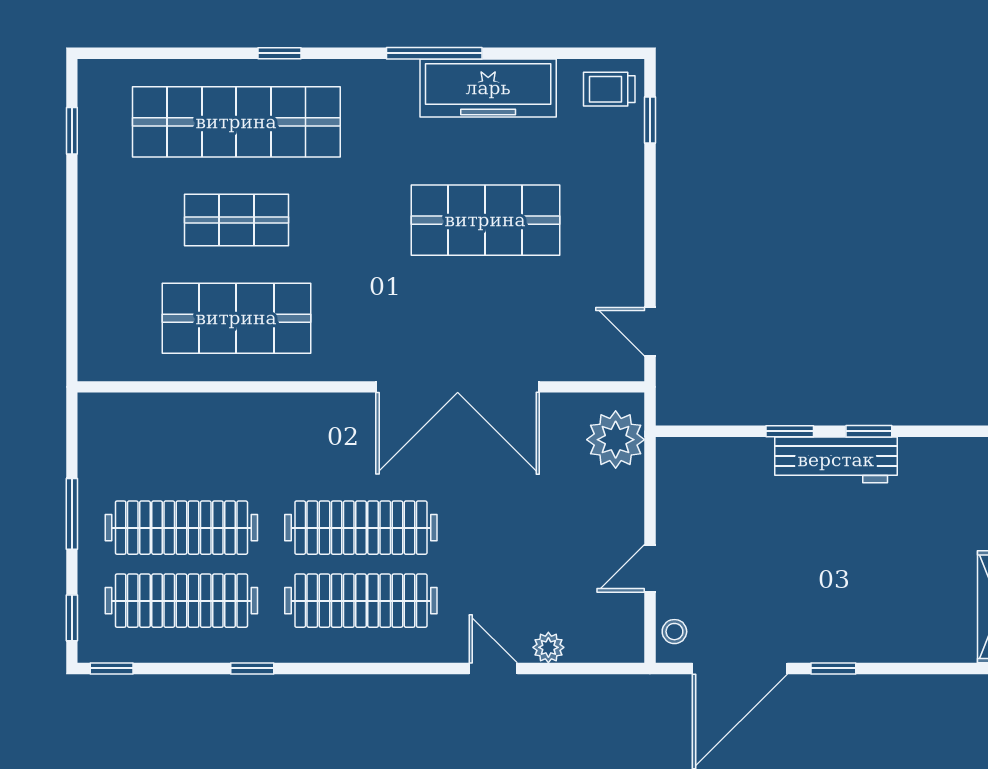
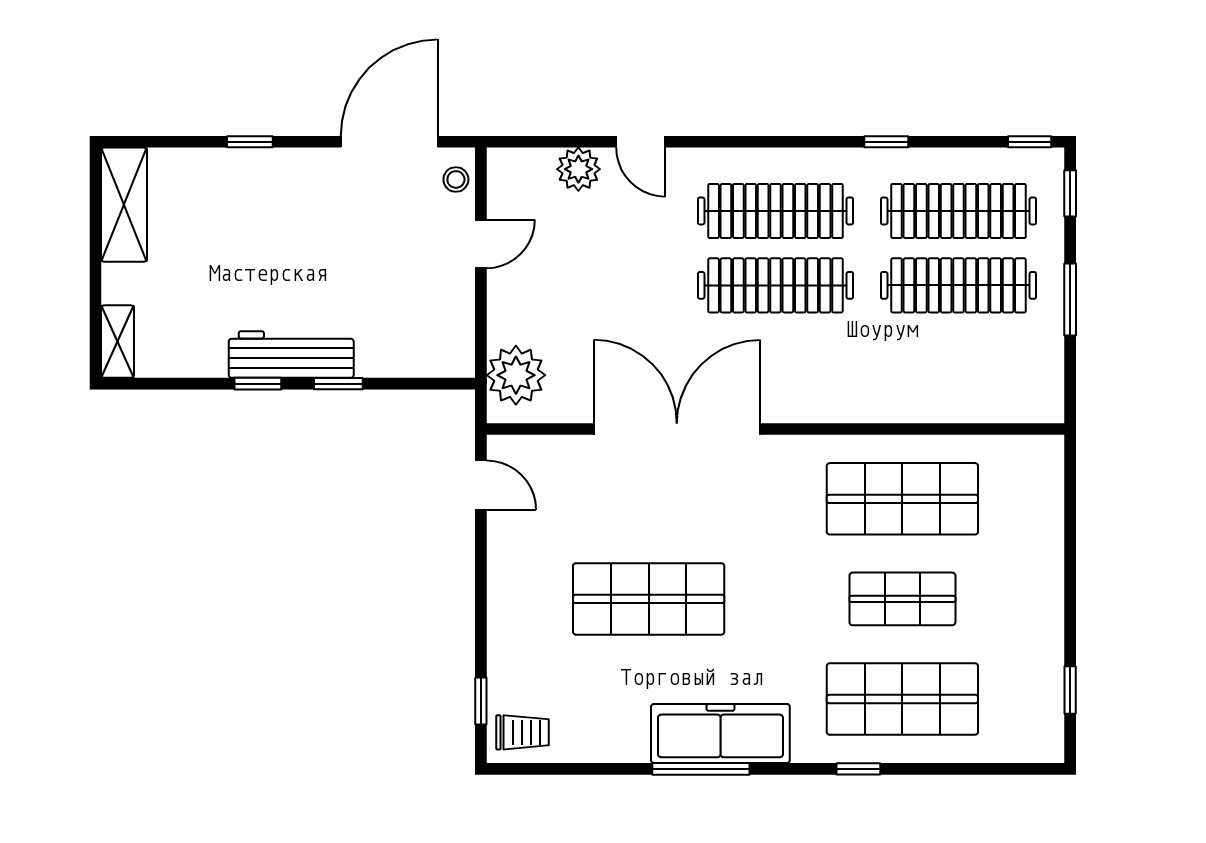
freezer: (488, 88) -> (720, 734), moved
shop shelf: (236, 122) -> (902, 699), width x0.71
plant: (548, 647) -> (578, 169), width x1.38, depth x1.38
window: (833, 668) -> (250, 142), moved

